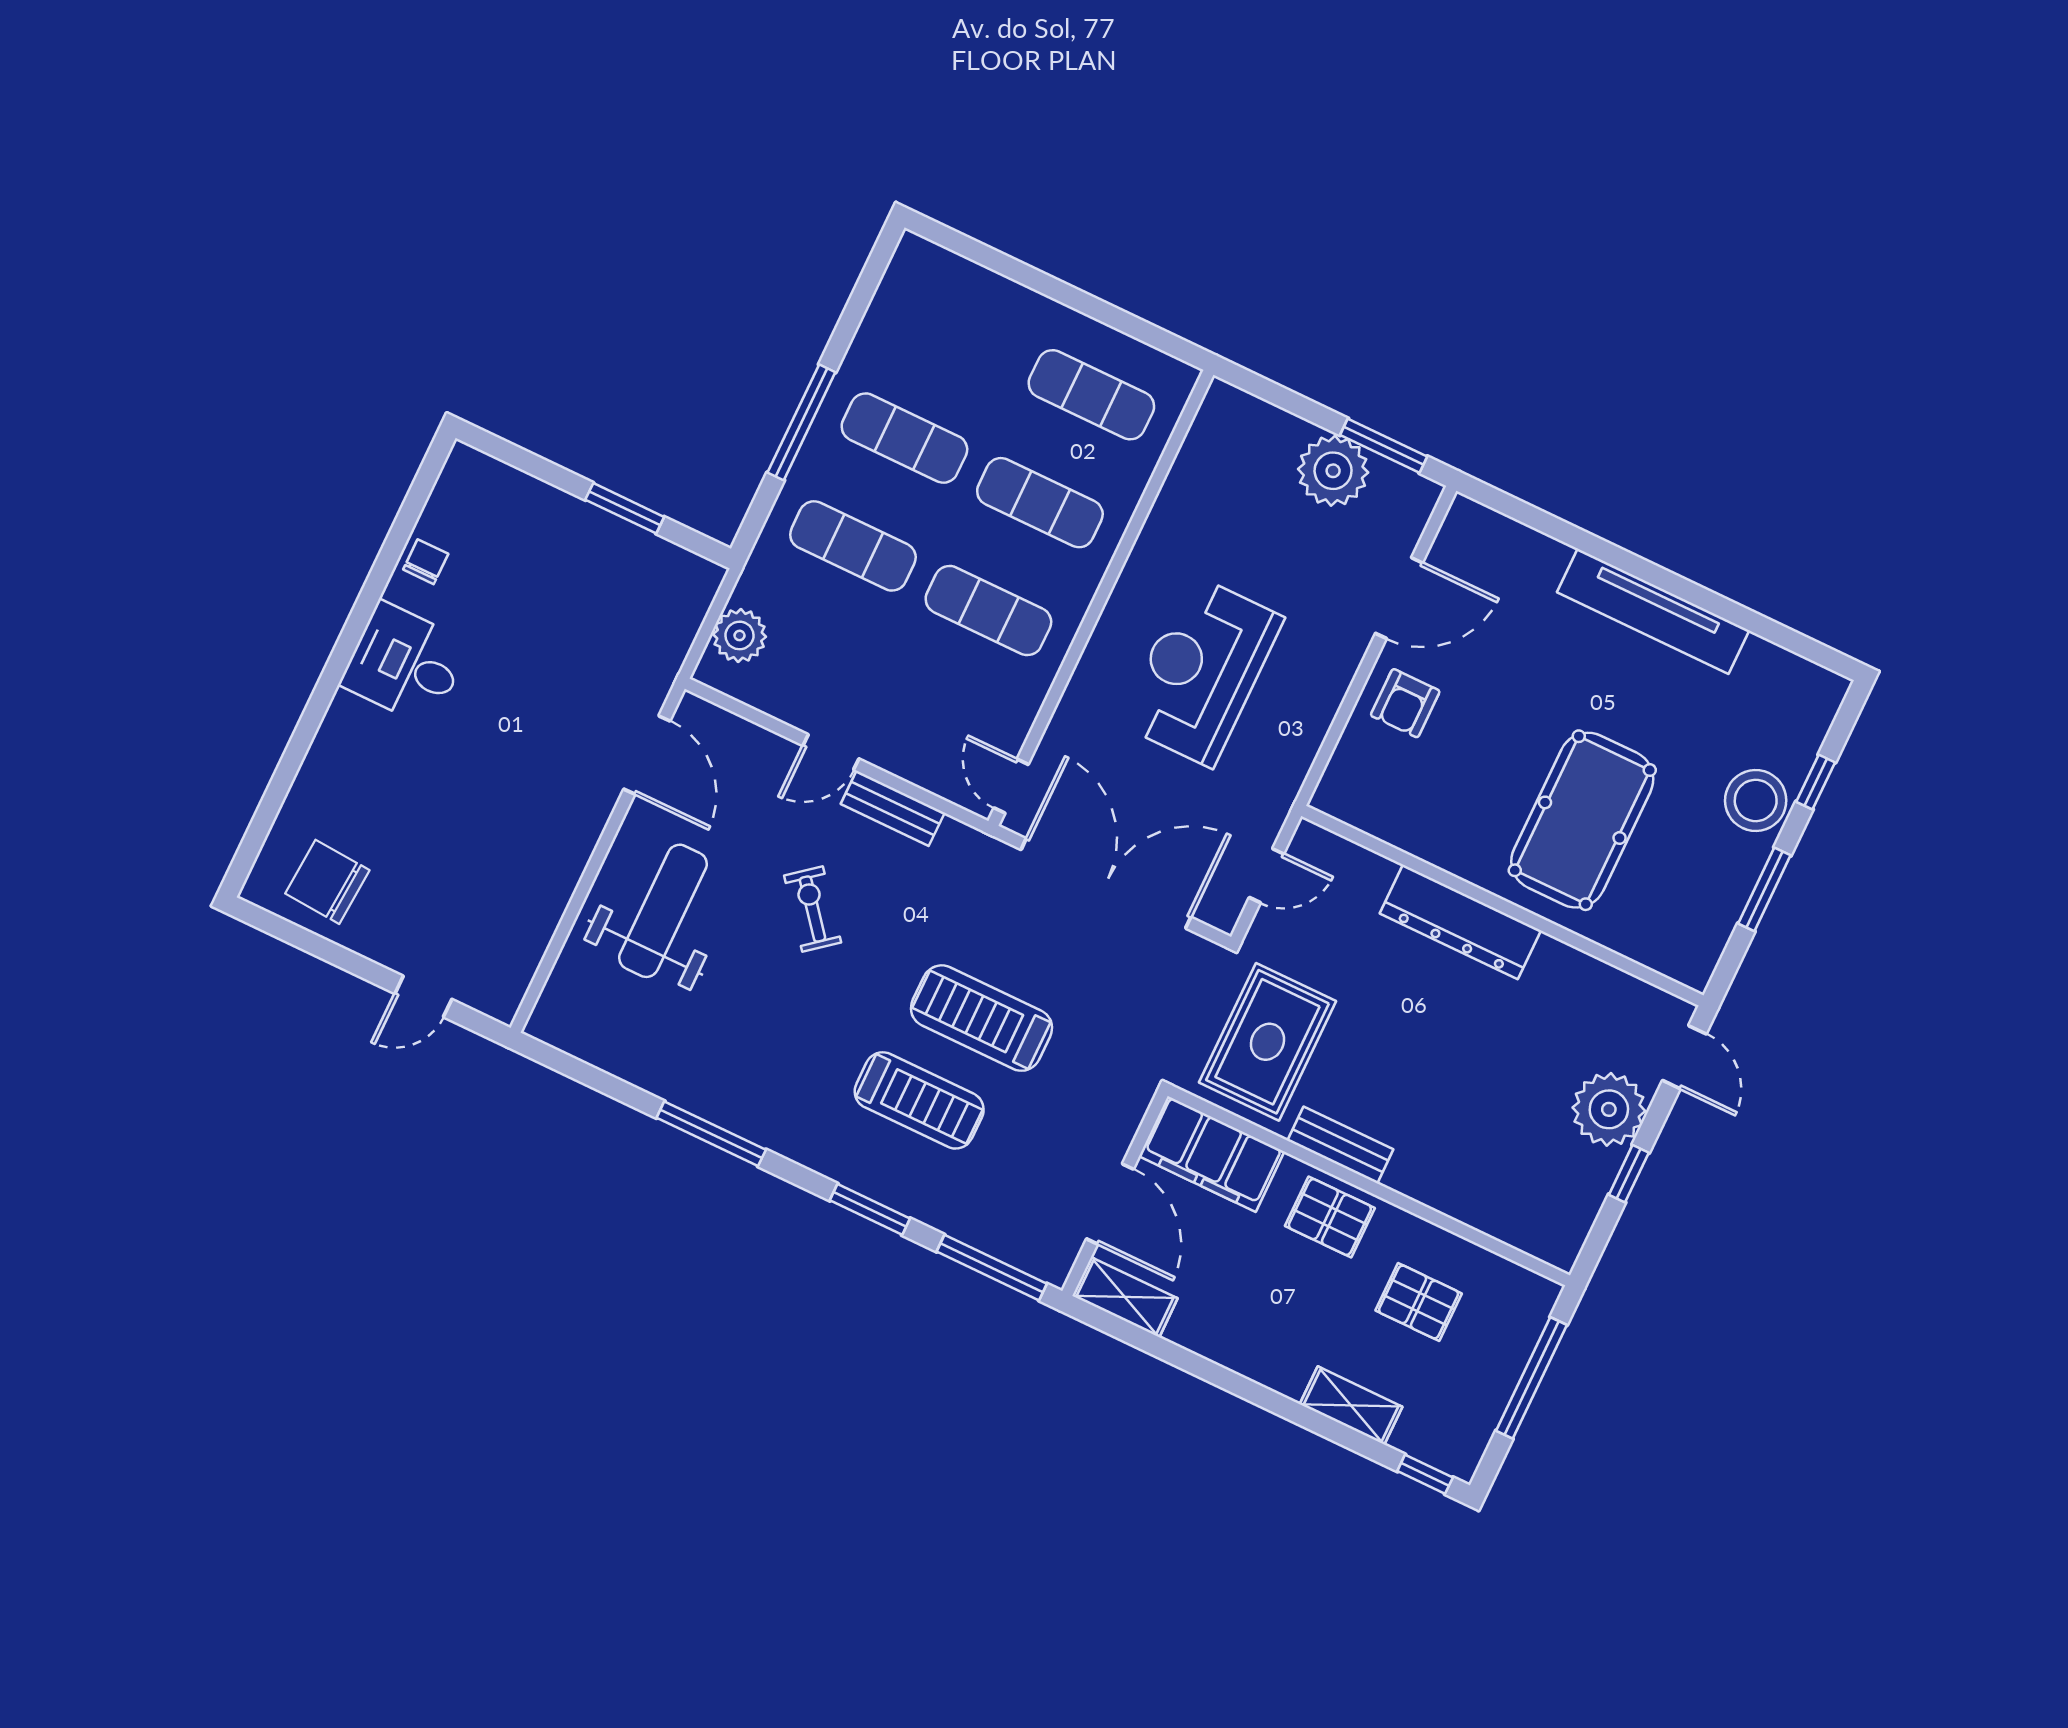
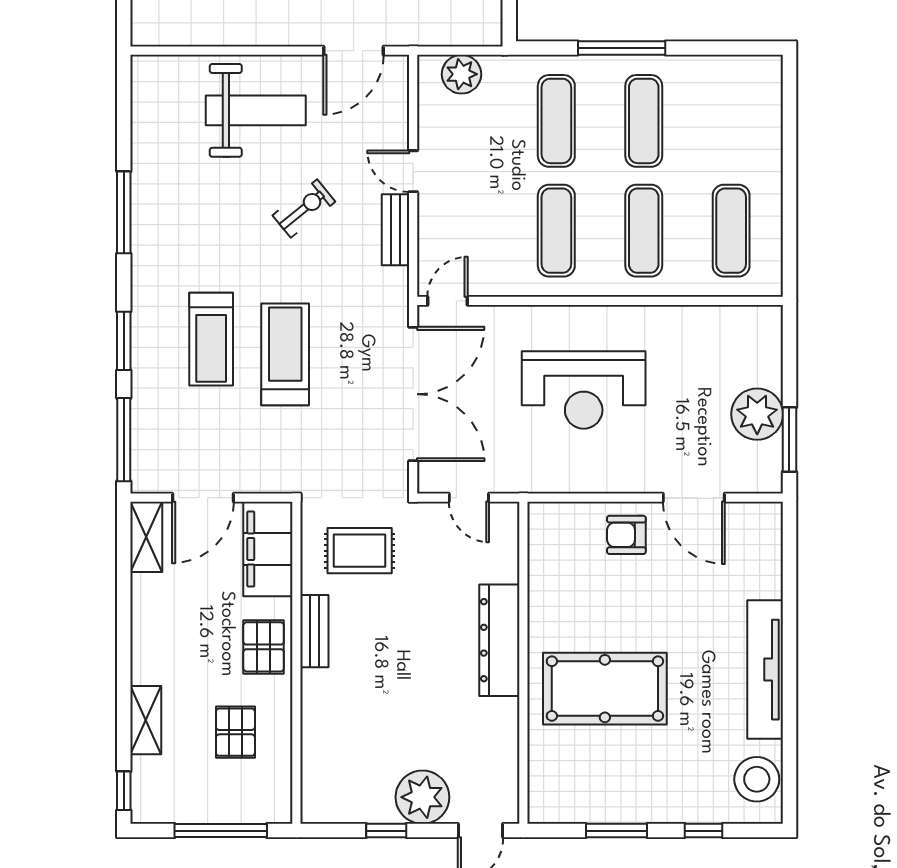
reception desk: (1201, 671) -> (584, 390), turned 180
stool: (1756, 800) -> (757, 779), moved
rug: (1268, 1042) -> (360, 551), width x0.73, depth x0.70

